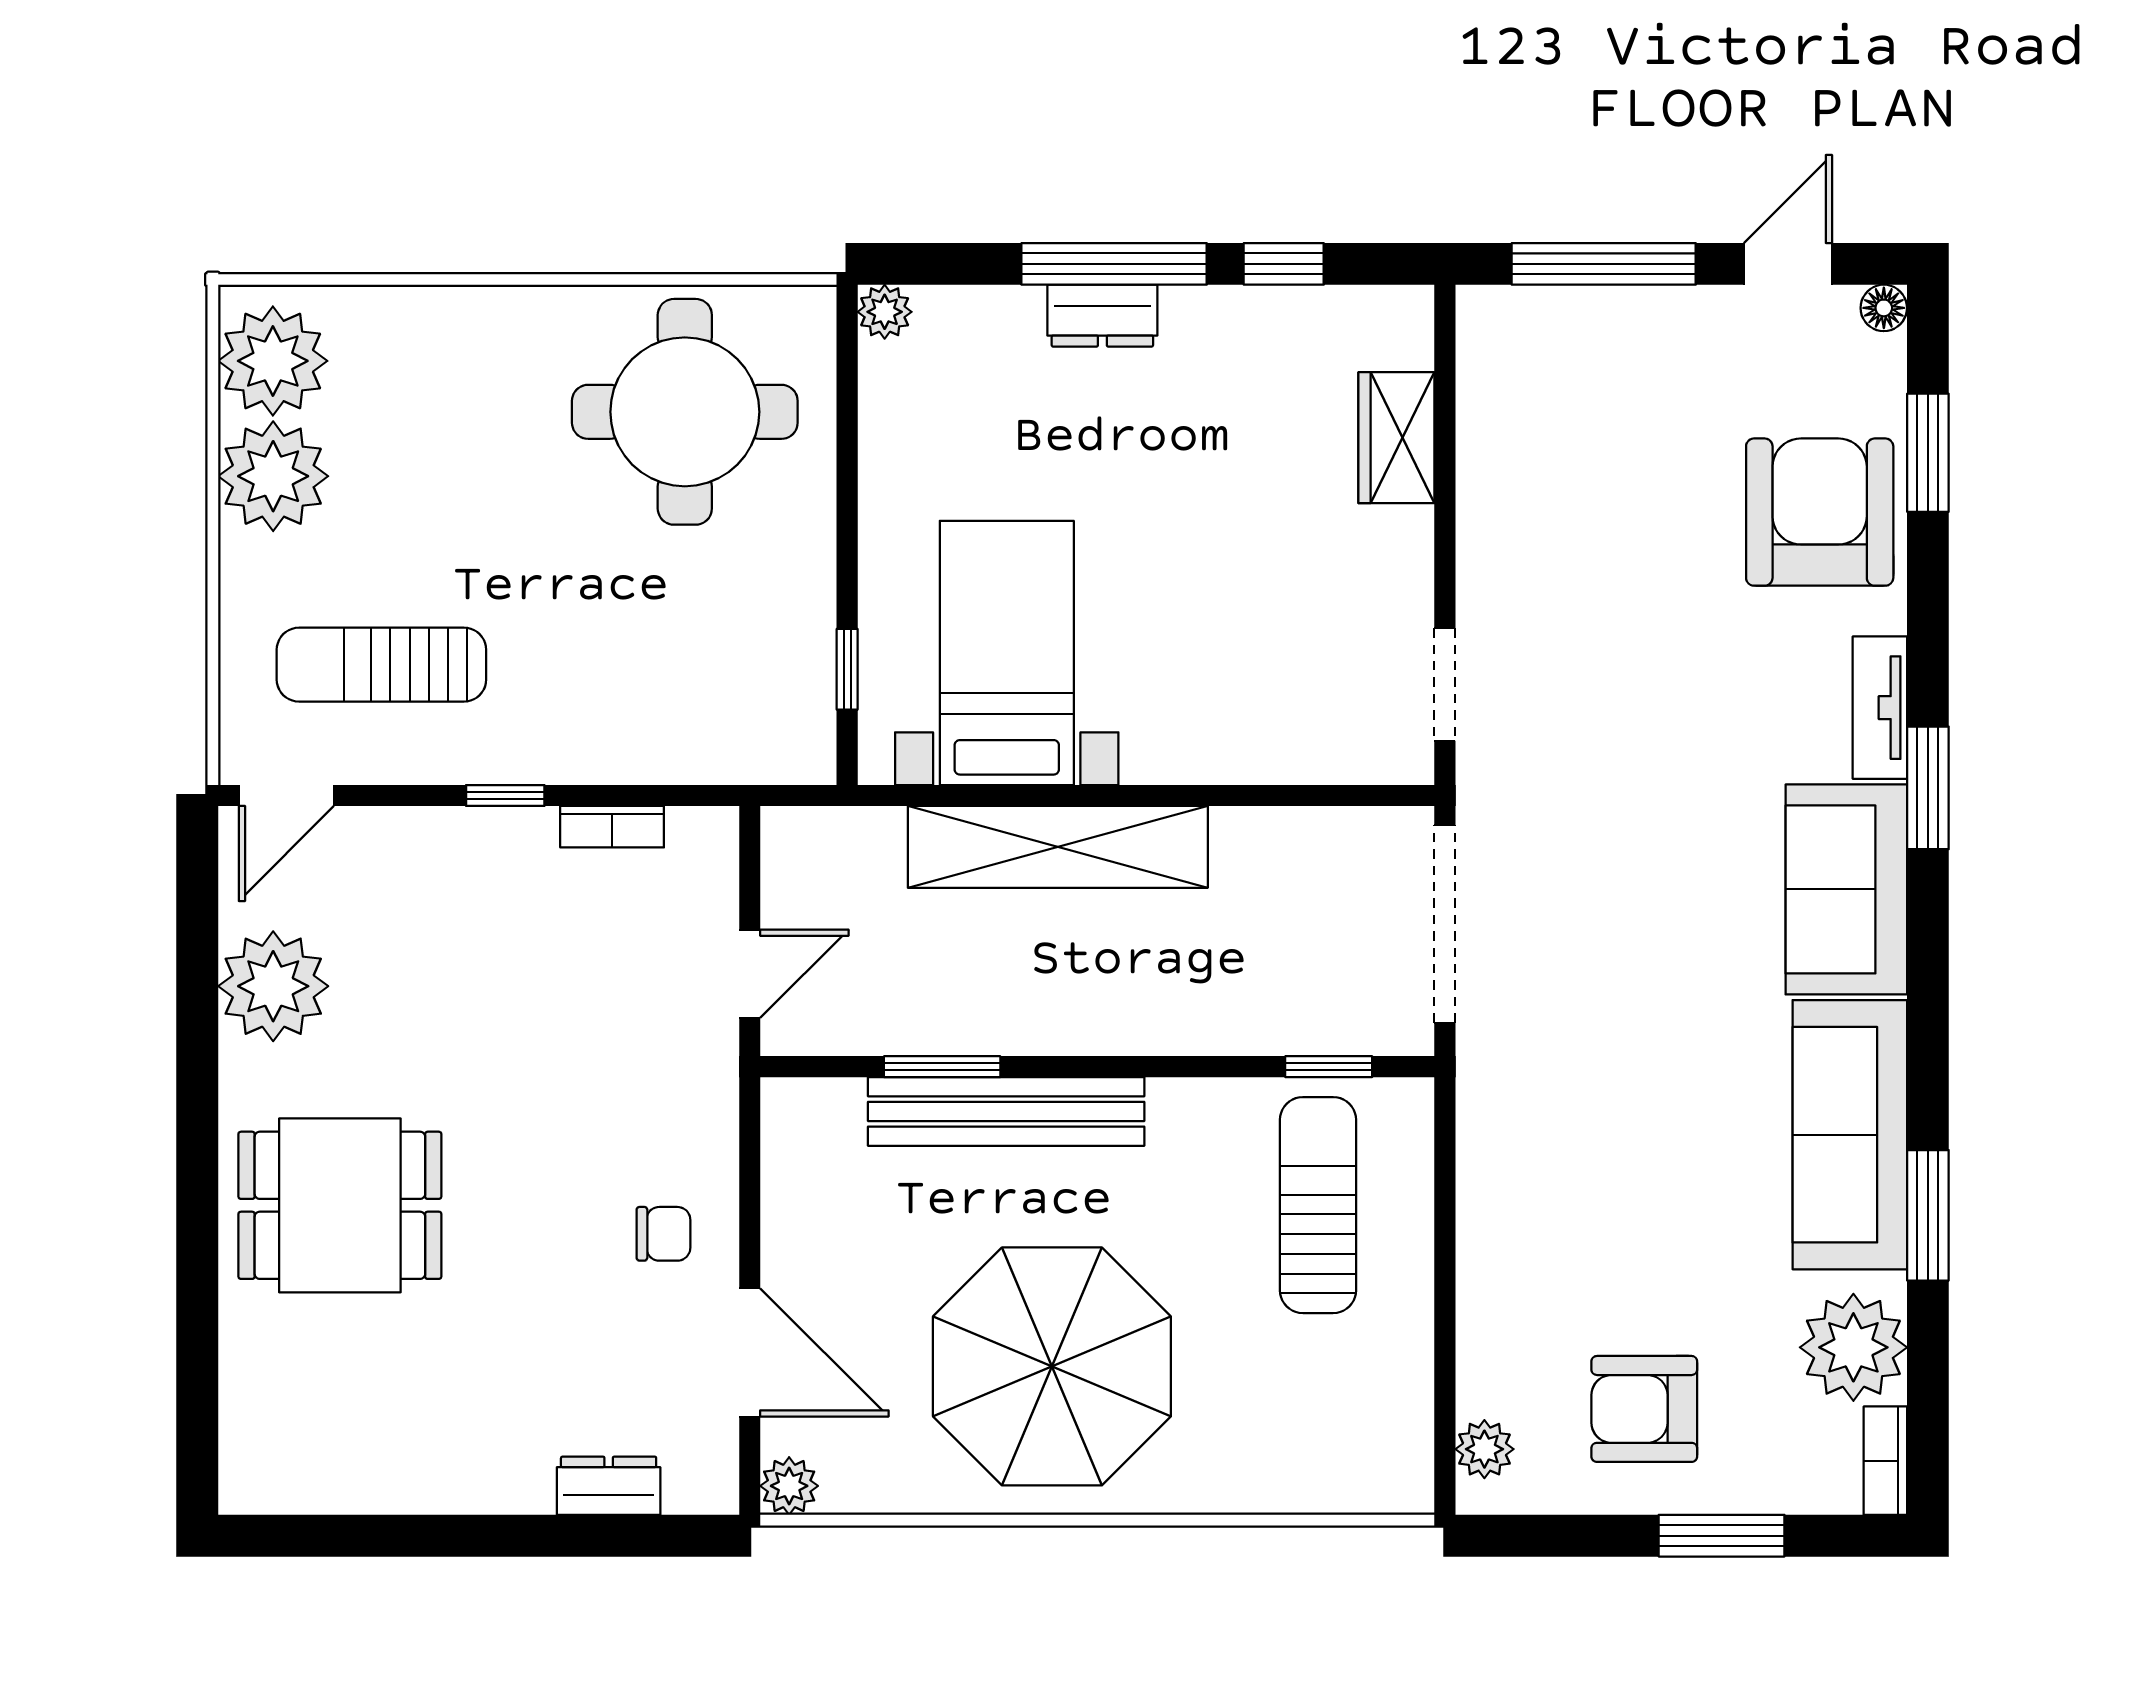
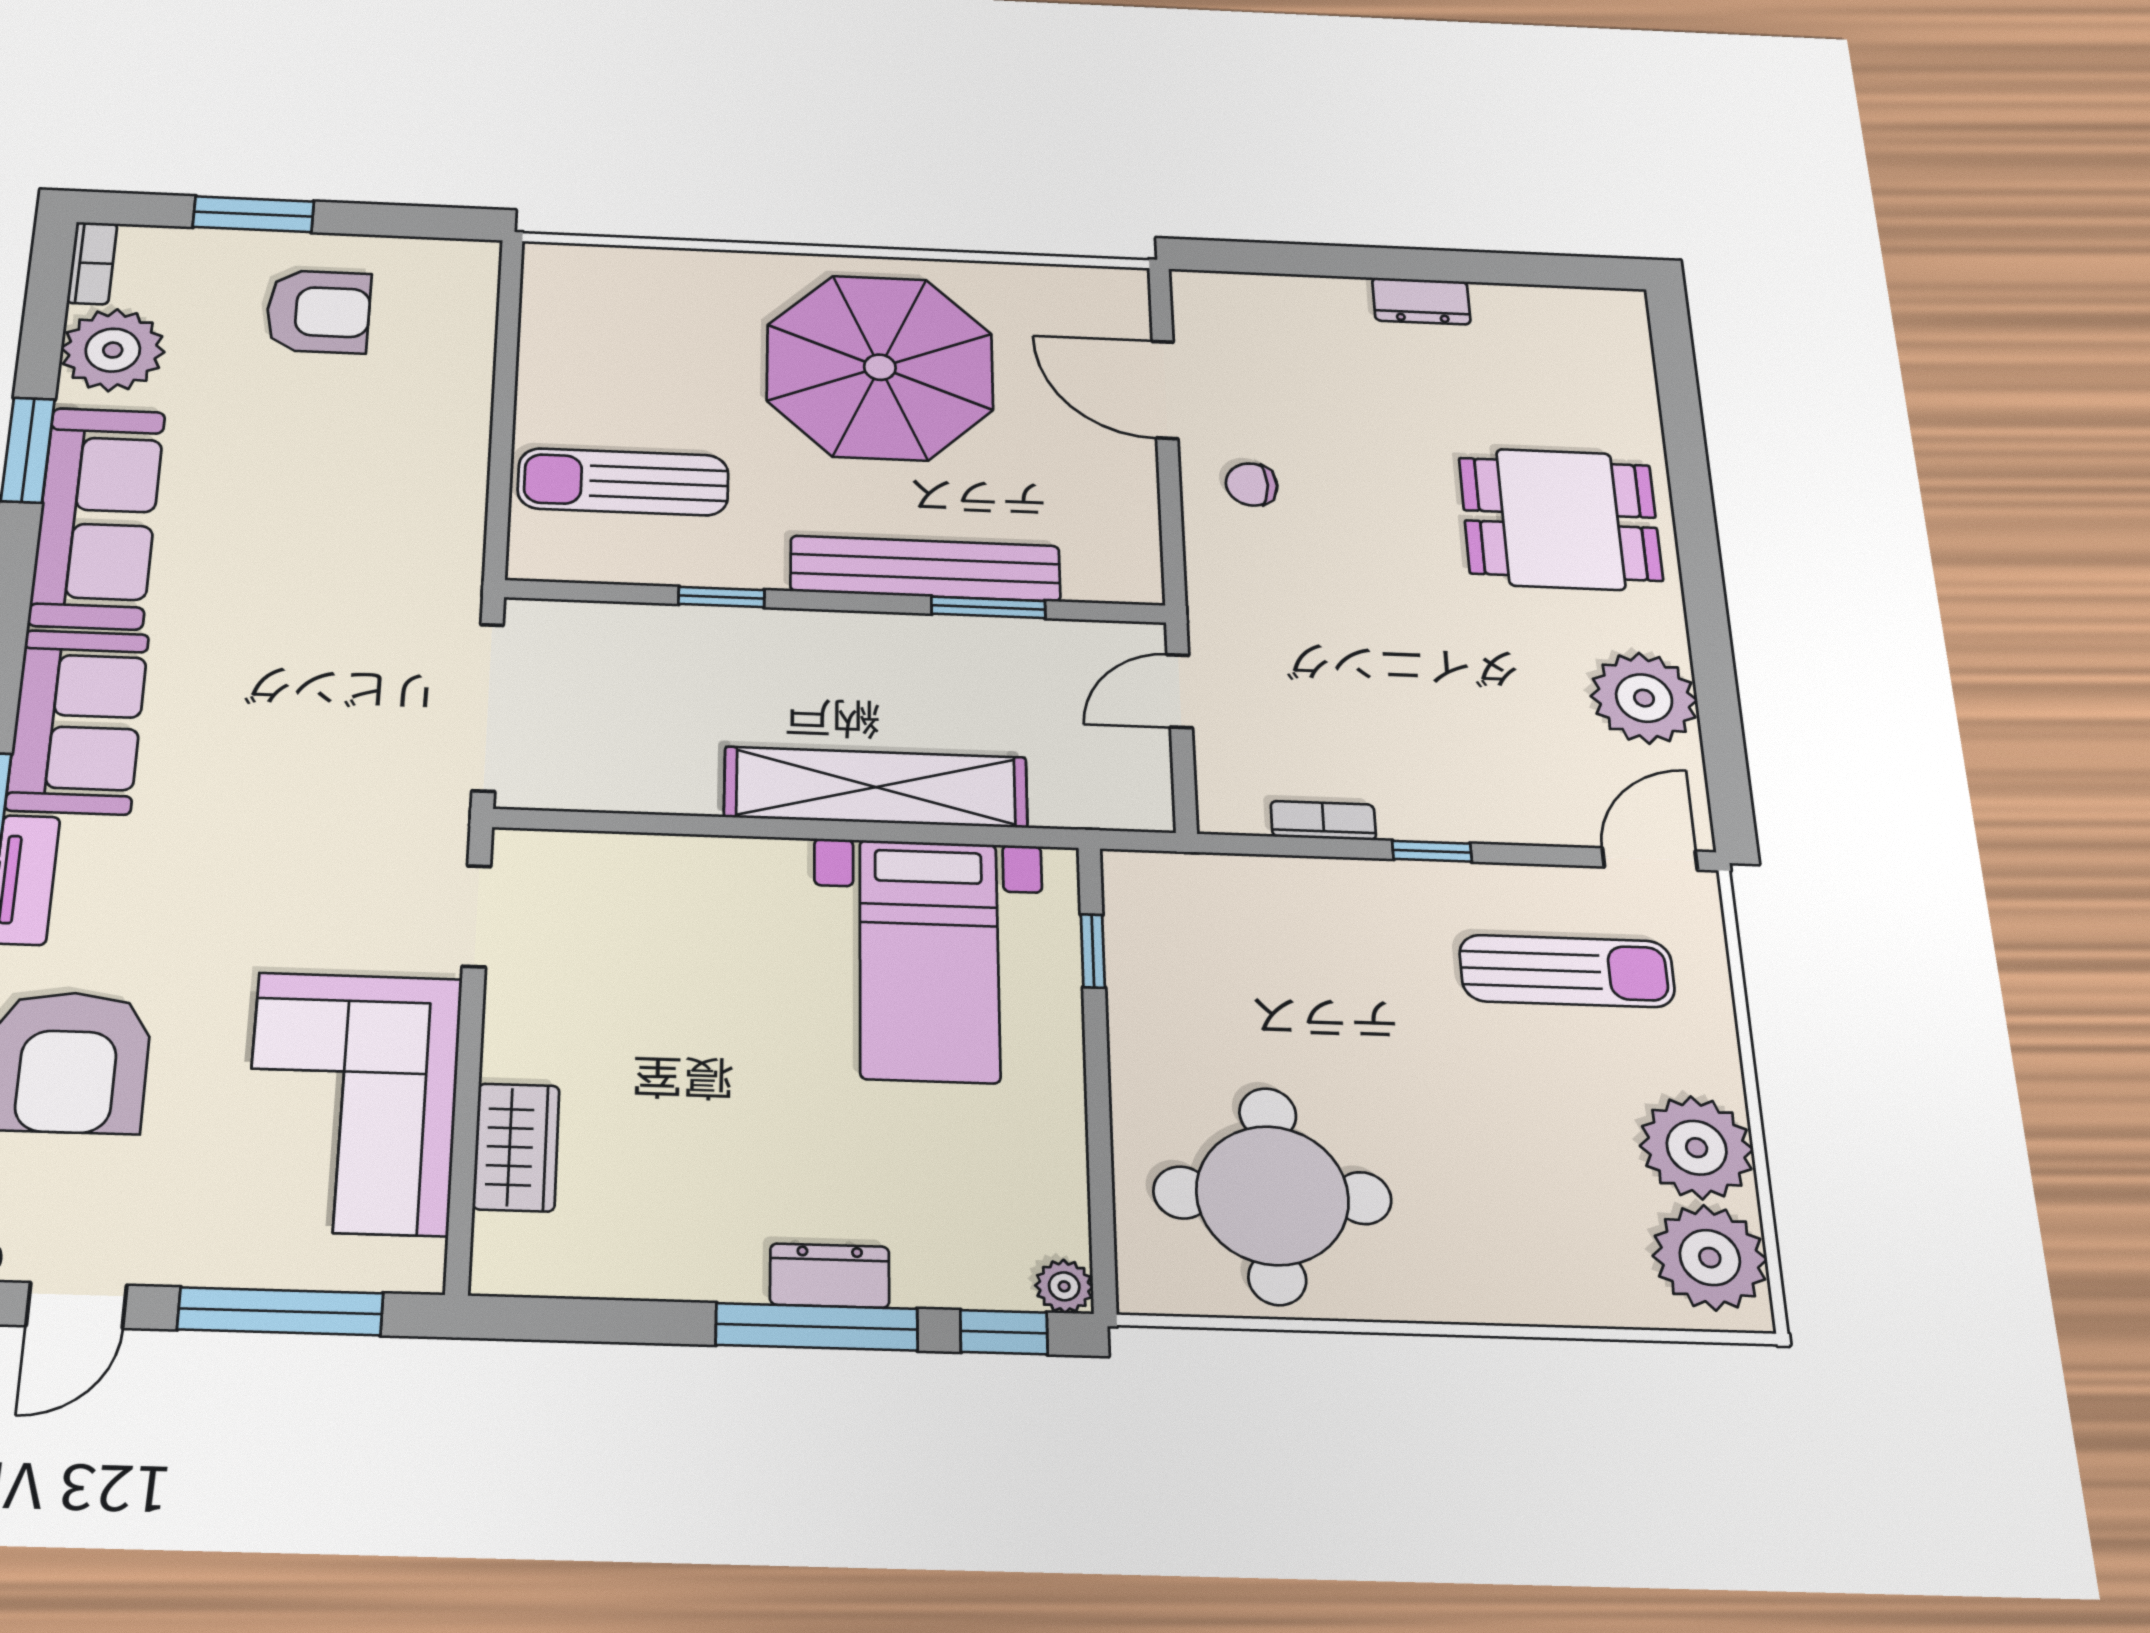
window: (1284, 264) -> (1004, 1332), moved
corner sofa: (1552, 479) -> (352, 1103), added
window: (1329, 1067) -> (721, 597), moved
sun lounger: (1318, 1205) -> (623, 482), turned 90
plant: (1484, 1449) -> (472, 288), removed
dresser: (609, 1486) -> (1421, 301), moved
plant: (789, 1486) -> (1124, 288), removed

